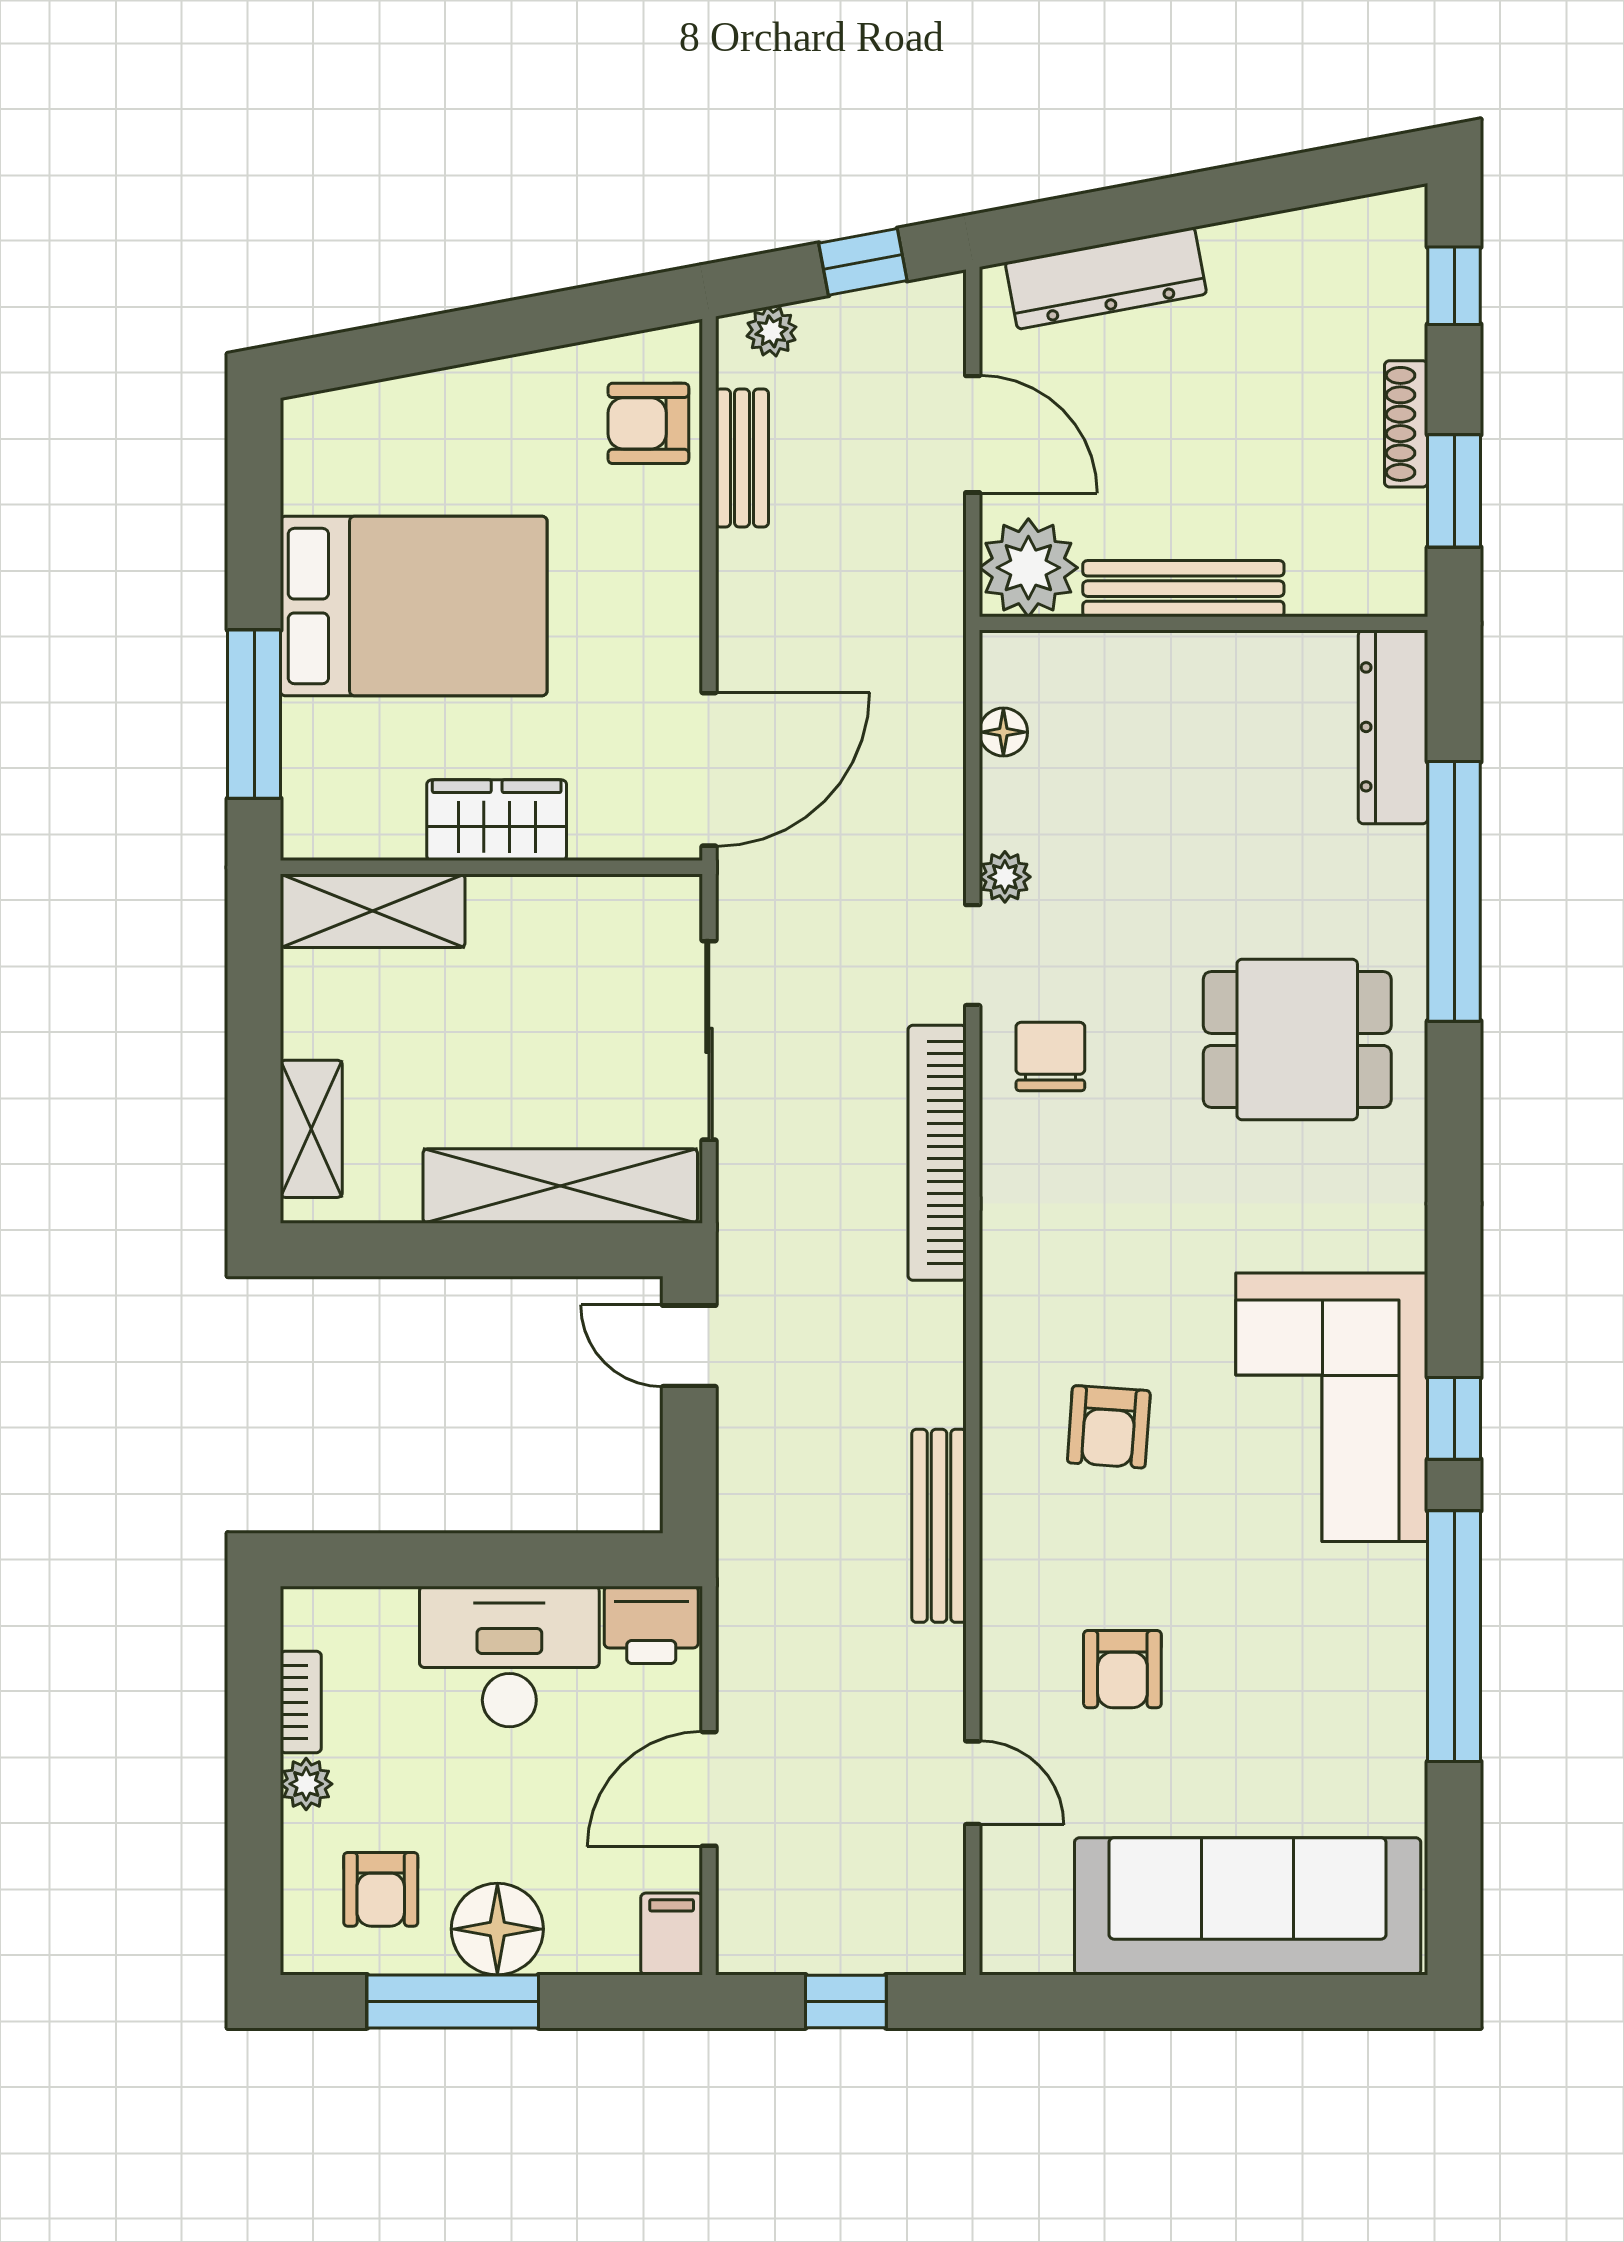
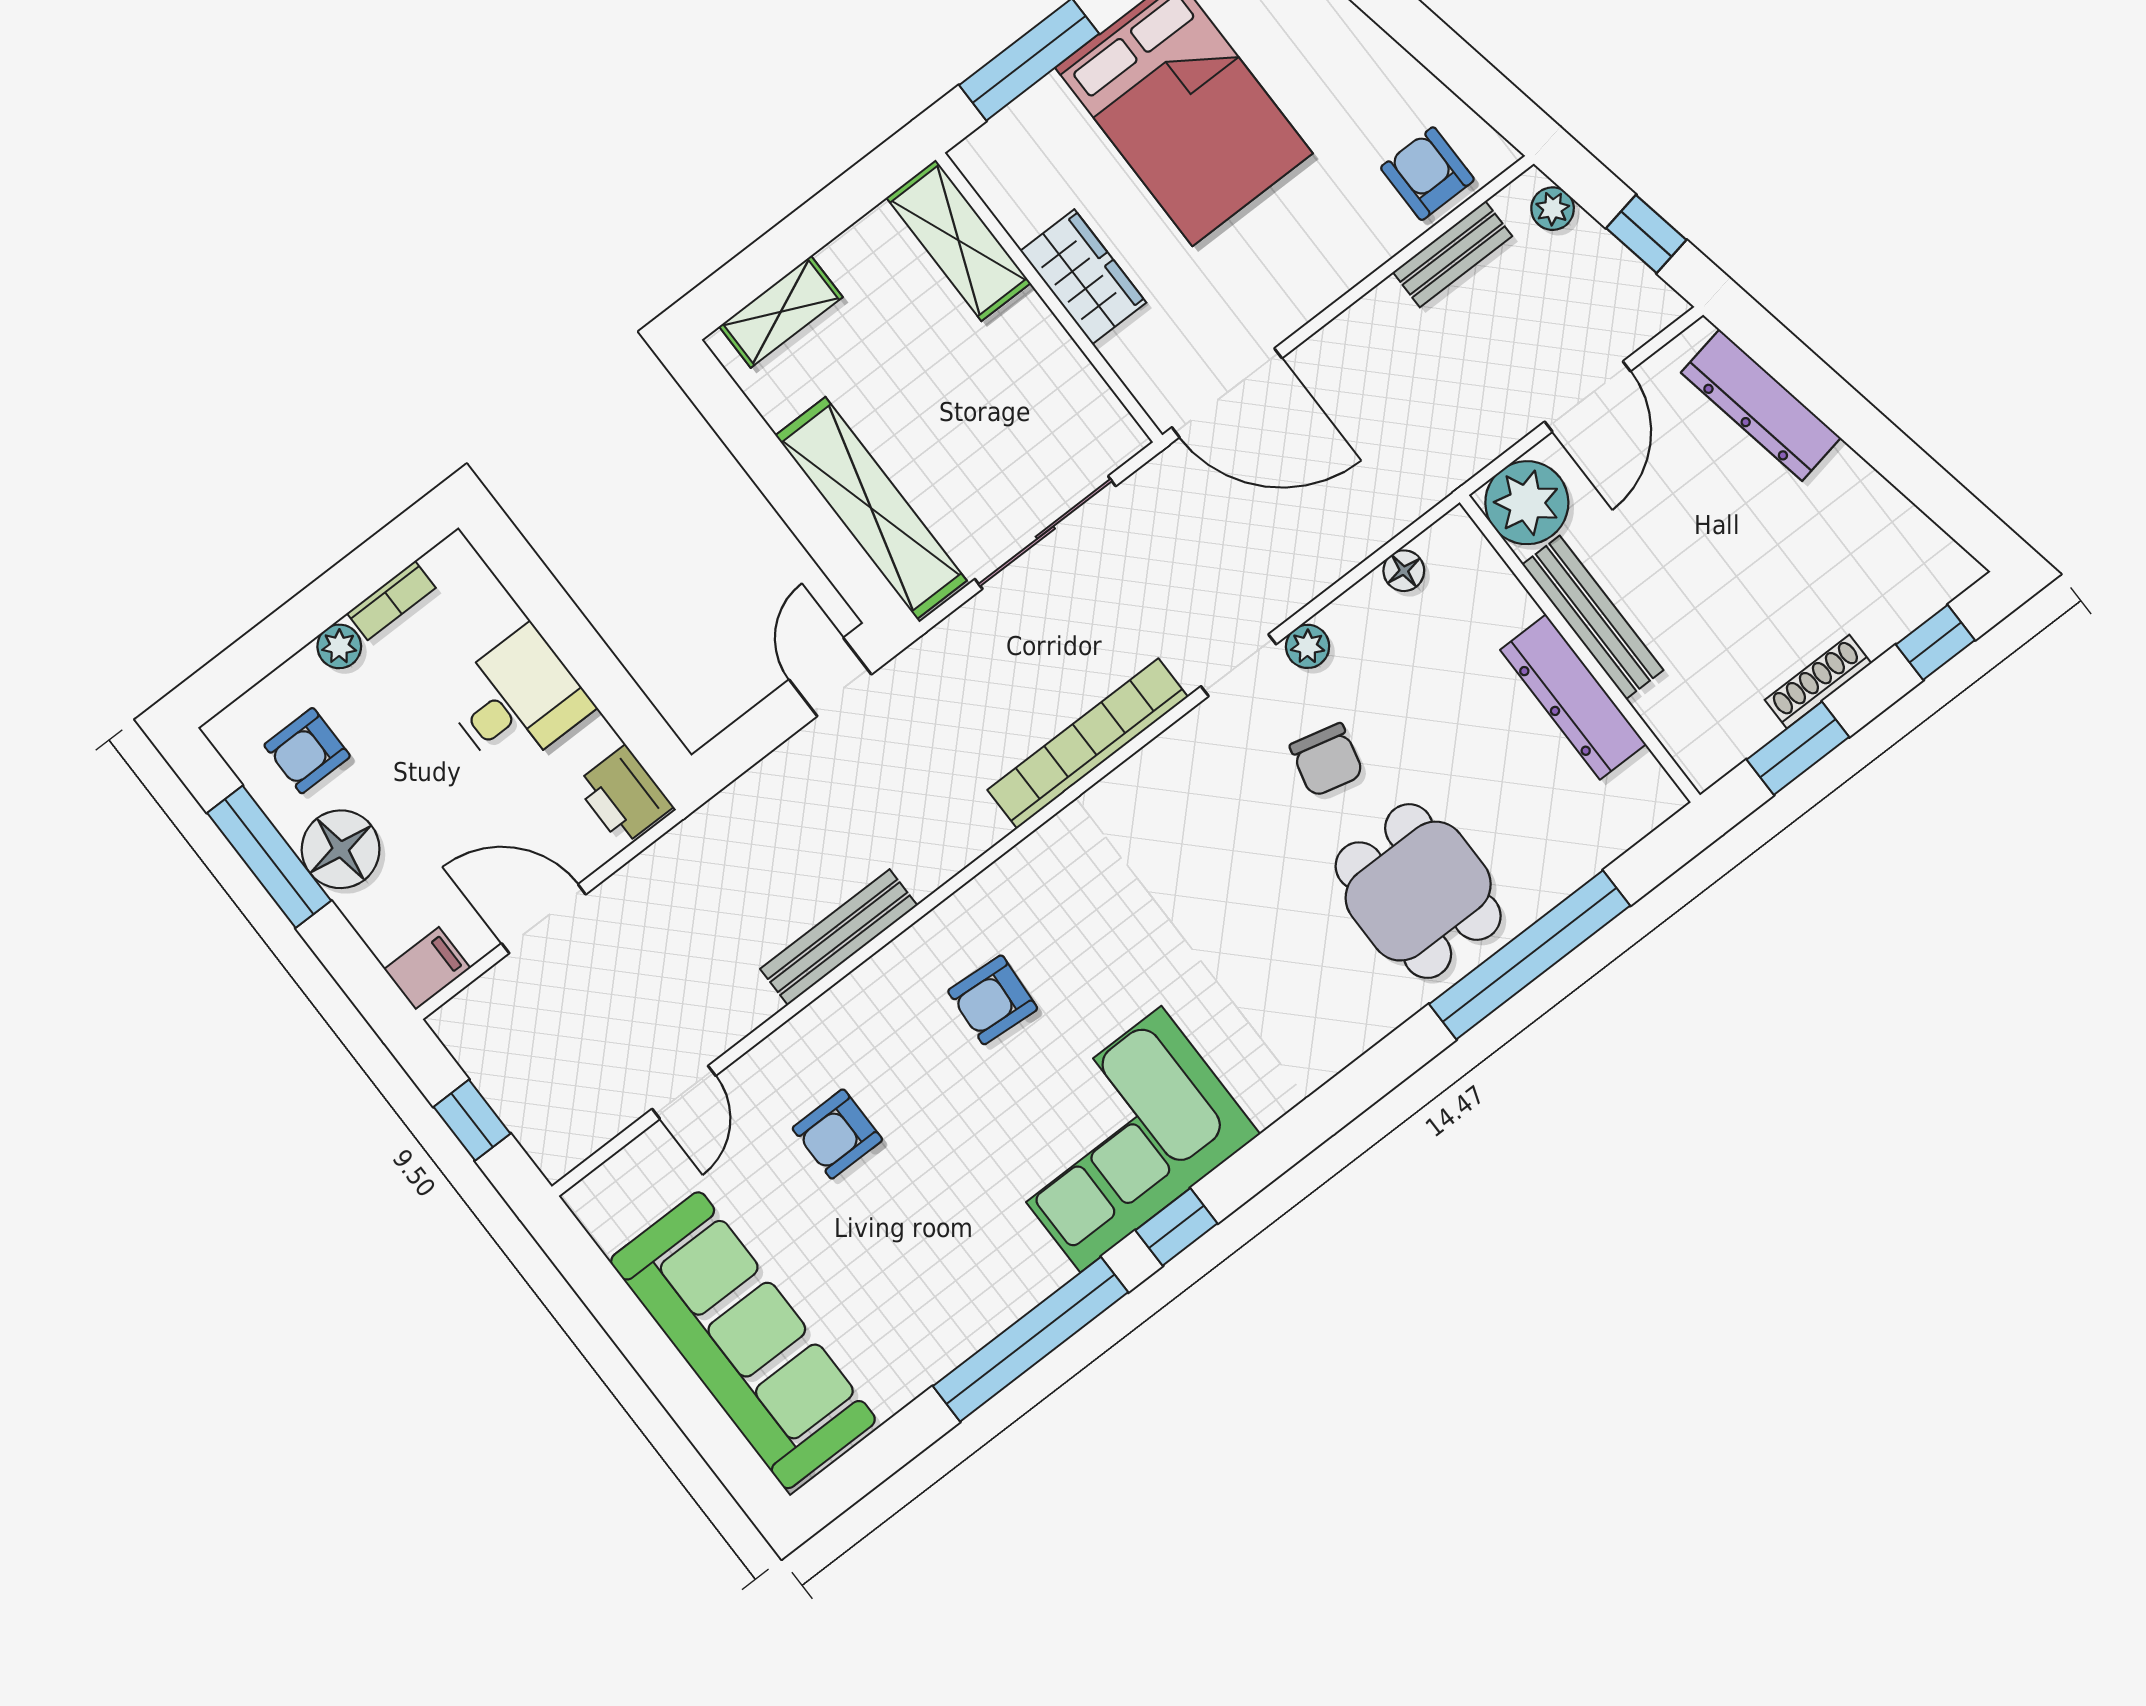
dresser: (1393, 727) -> (1573, 697), moved, turned -90
dining table: (1297, 1039) -> (1418, 891), moved
chair: (1050, 1056) -> (1327, 760), moved, turned 104
desk: (509, 1656) -> (517, 700), width x0.73

